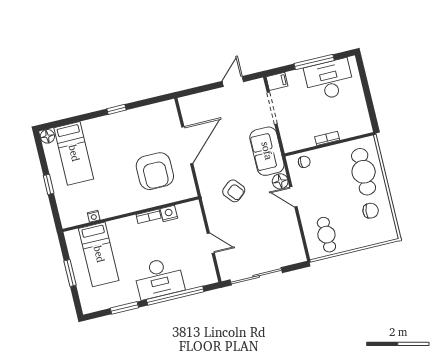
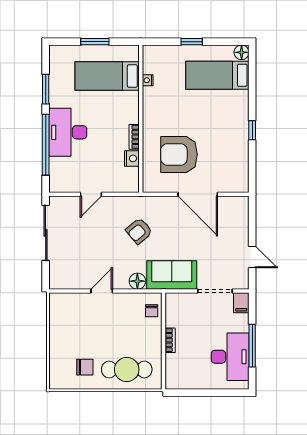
door: (293, 197) -> (102, 291), moved
chair: (371, 211) -> (85, 367), turned -97
cafe table: (326, 235) -> (71, 316), removed

